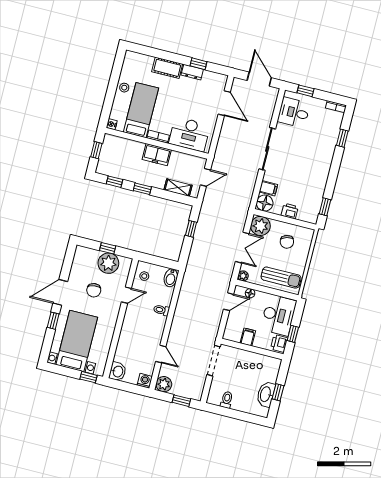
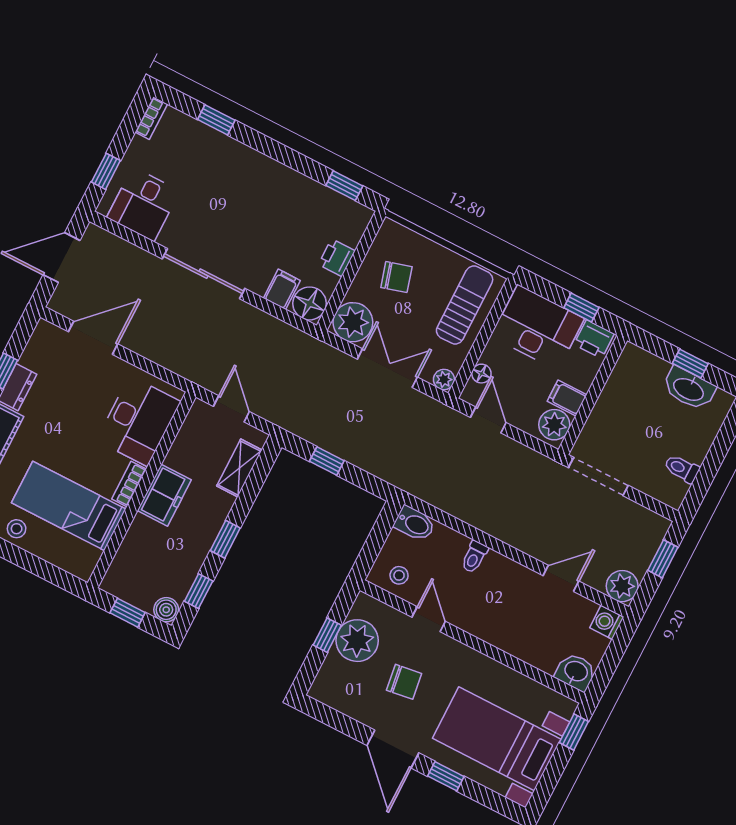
nightstand: (112, 124) -> (83, 570), removed
boiler: (102, 168) -> (166, 610), added
plant: (234, 334) -> (554, 425), added

